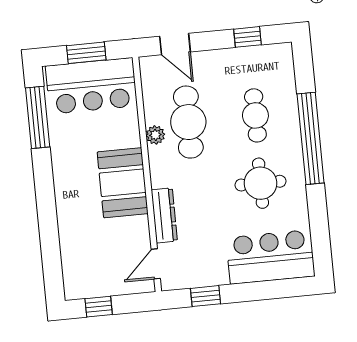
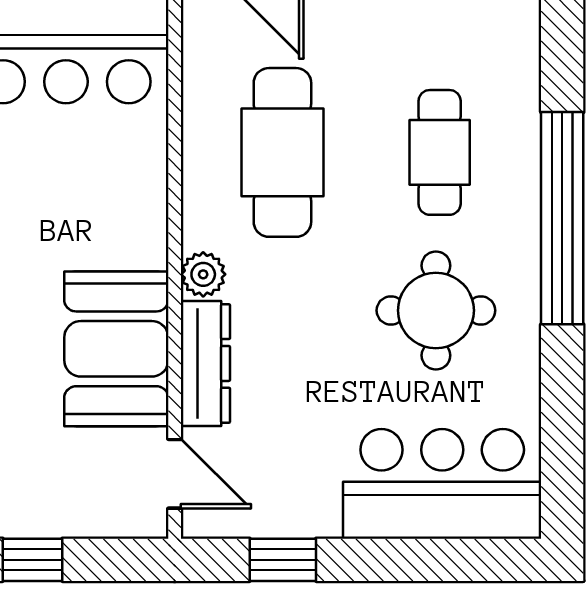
plant: (155, 135) -> (203, 274), moved
booth: (123, 183) -> (116, 349), moved
door: (156, 264) -> (175, 474), swing flipped

